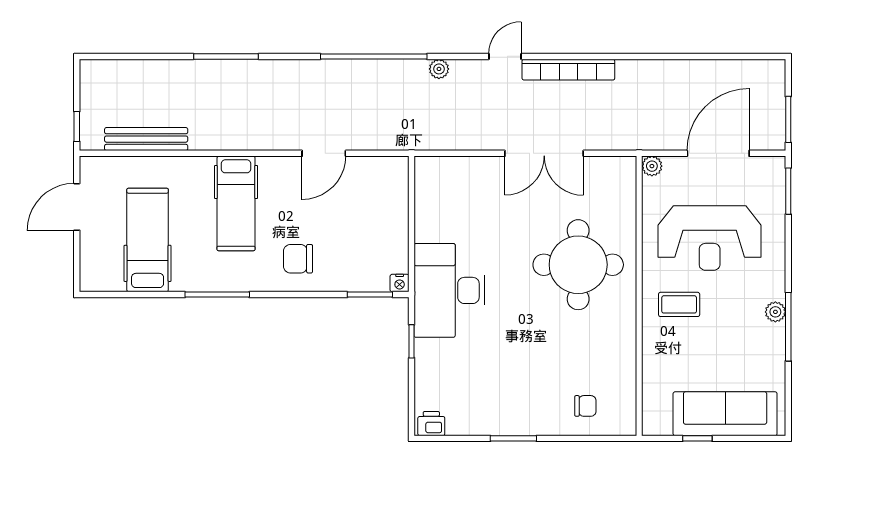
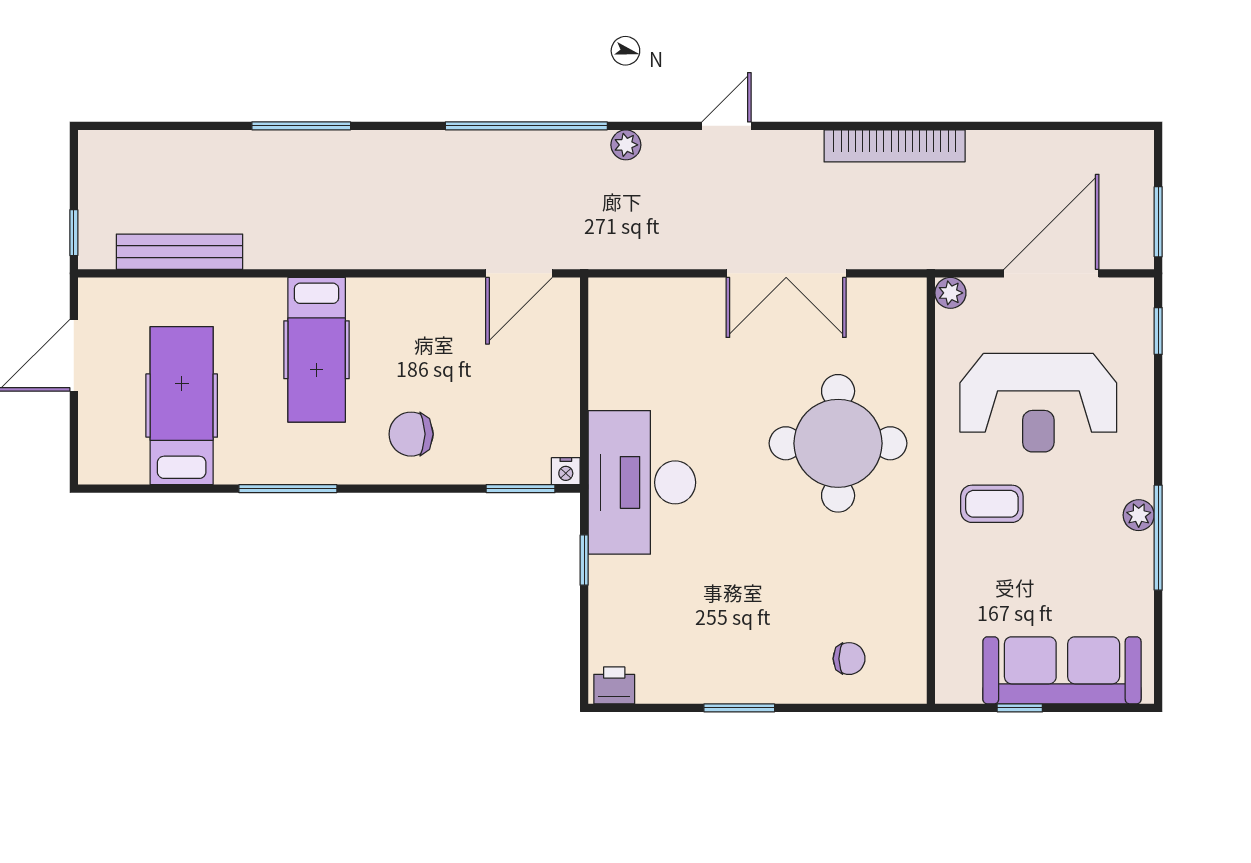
bookcase: (568, 70) -> (895, 146), moved
door: (324, 153) -> (519, 273), moved
window: (788, 191) -> (1158, 331), width x0.67

